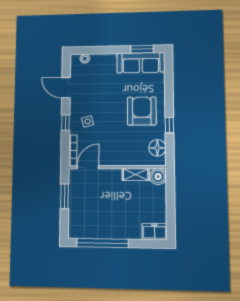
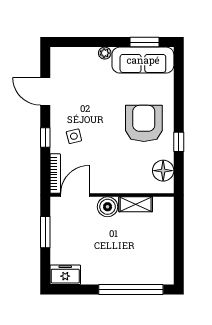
plant: (85, 59) -> (105, 53), moved
boiler: (158, 177) -> (108, 207), moved
freezer: (154, 232) -> (65, 275), moved
window: (102, 243) -> (131, 290), moved

